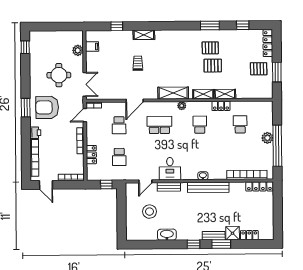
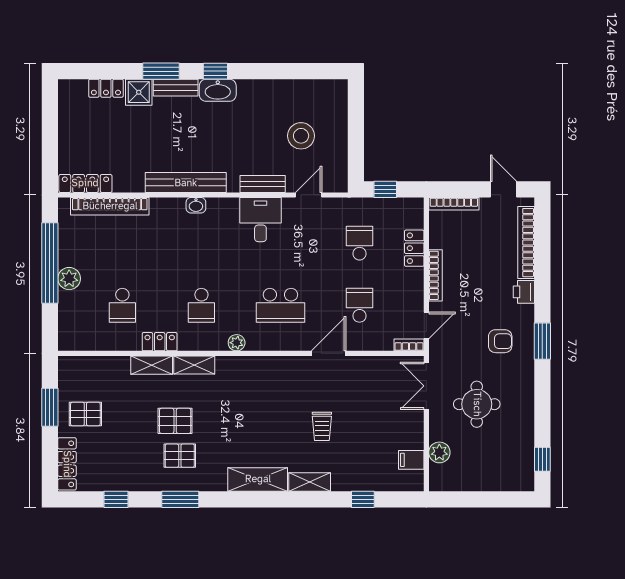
shelving: (173, 93) -> (258, 479), moved
armchair: (47, 107) -> (500, 341), width x0.53, depth x0.53
washbasin: (167, 235) -> (218, 90), moved

